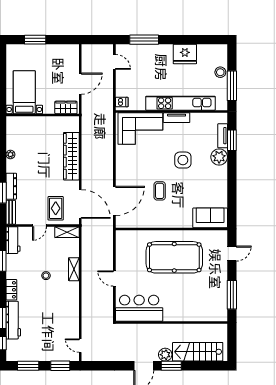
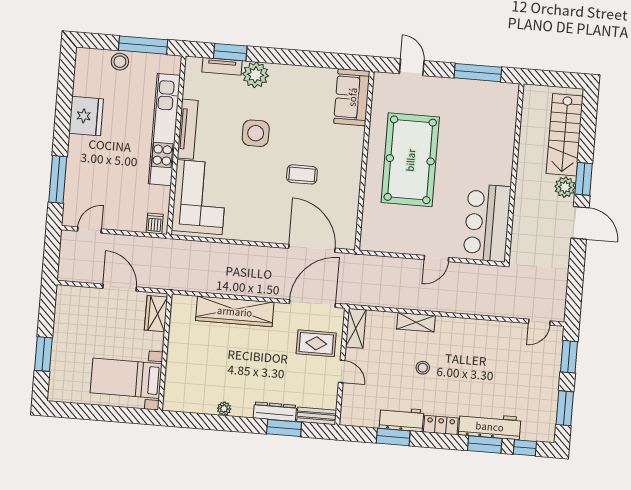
tv unit: (177, 118) -> (188, 129), width x1.41
workbench: (13, 240) -> (401, 419), moved

